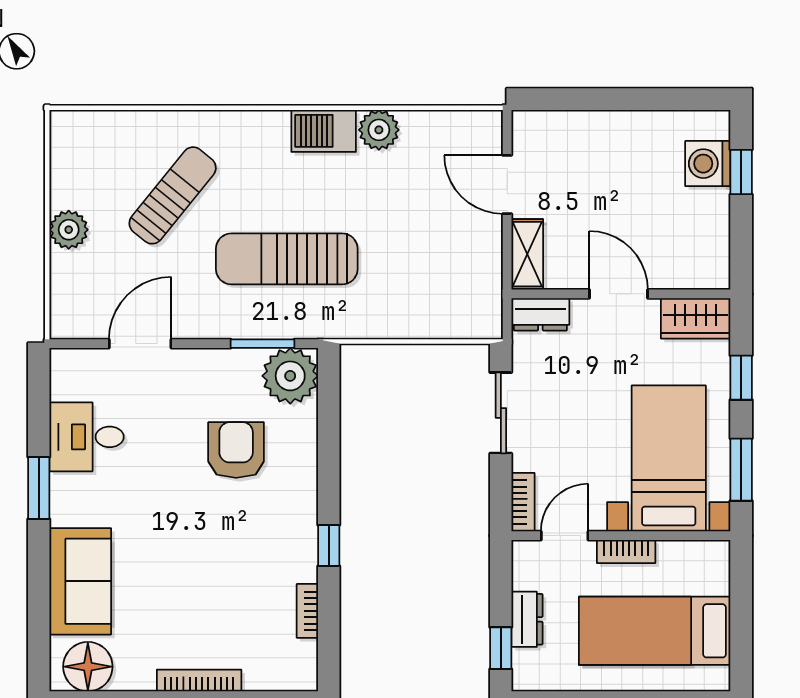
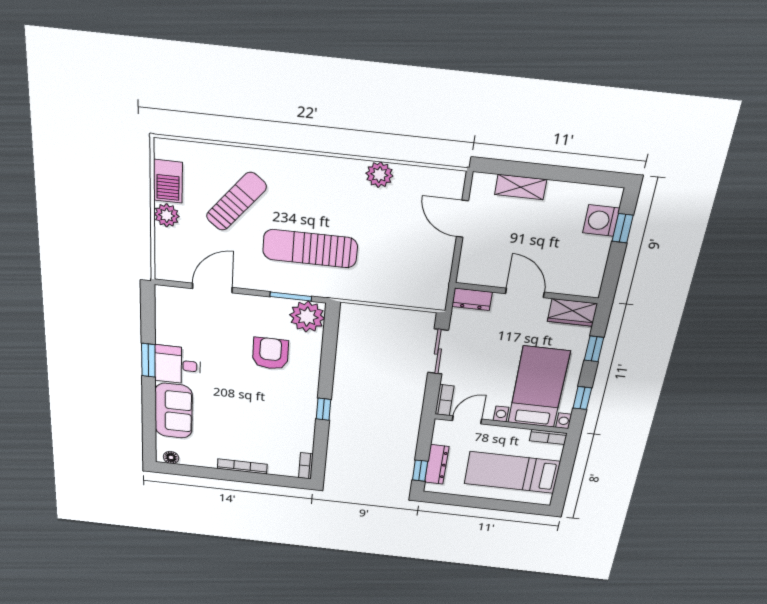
barbecue: (324, 131) -> (168, 181), moved, turned -90
shelving: (527, 254) -> (521, 187), moved, turned 90
desk: (87, 437) -> (178, 365), moved
window: (741, 470) -> (582, 398), width x0.67
bookcase: (626, 552) -> (548, 437), moved
bookcase: (307, 611) -> (306, 466), moved
dresser: (527, 619) -> (437, 464), width x1.44
floor lamp: (88, 667) -> (171, 457), width x0.53, depth x0.53

